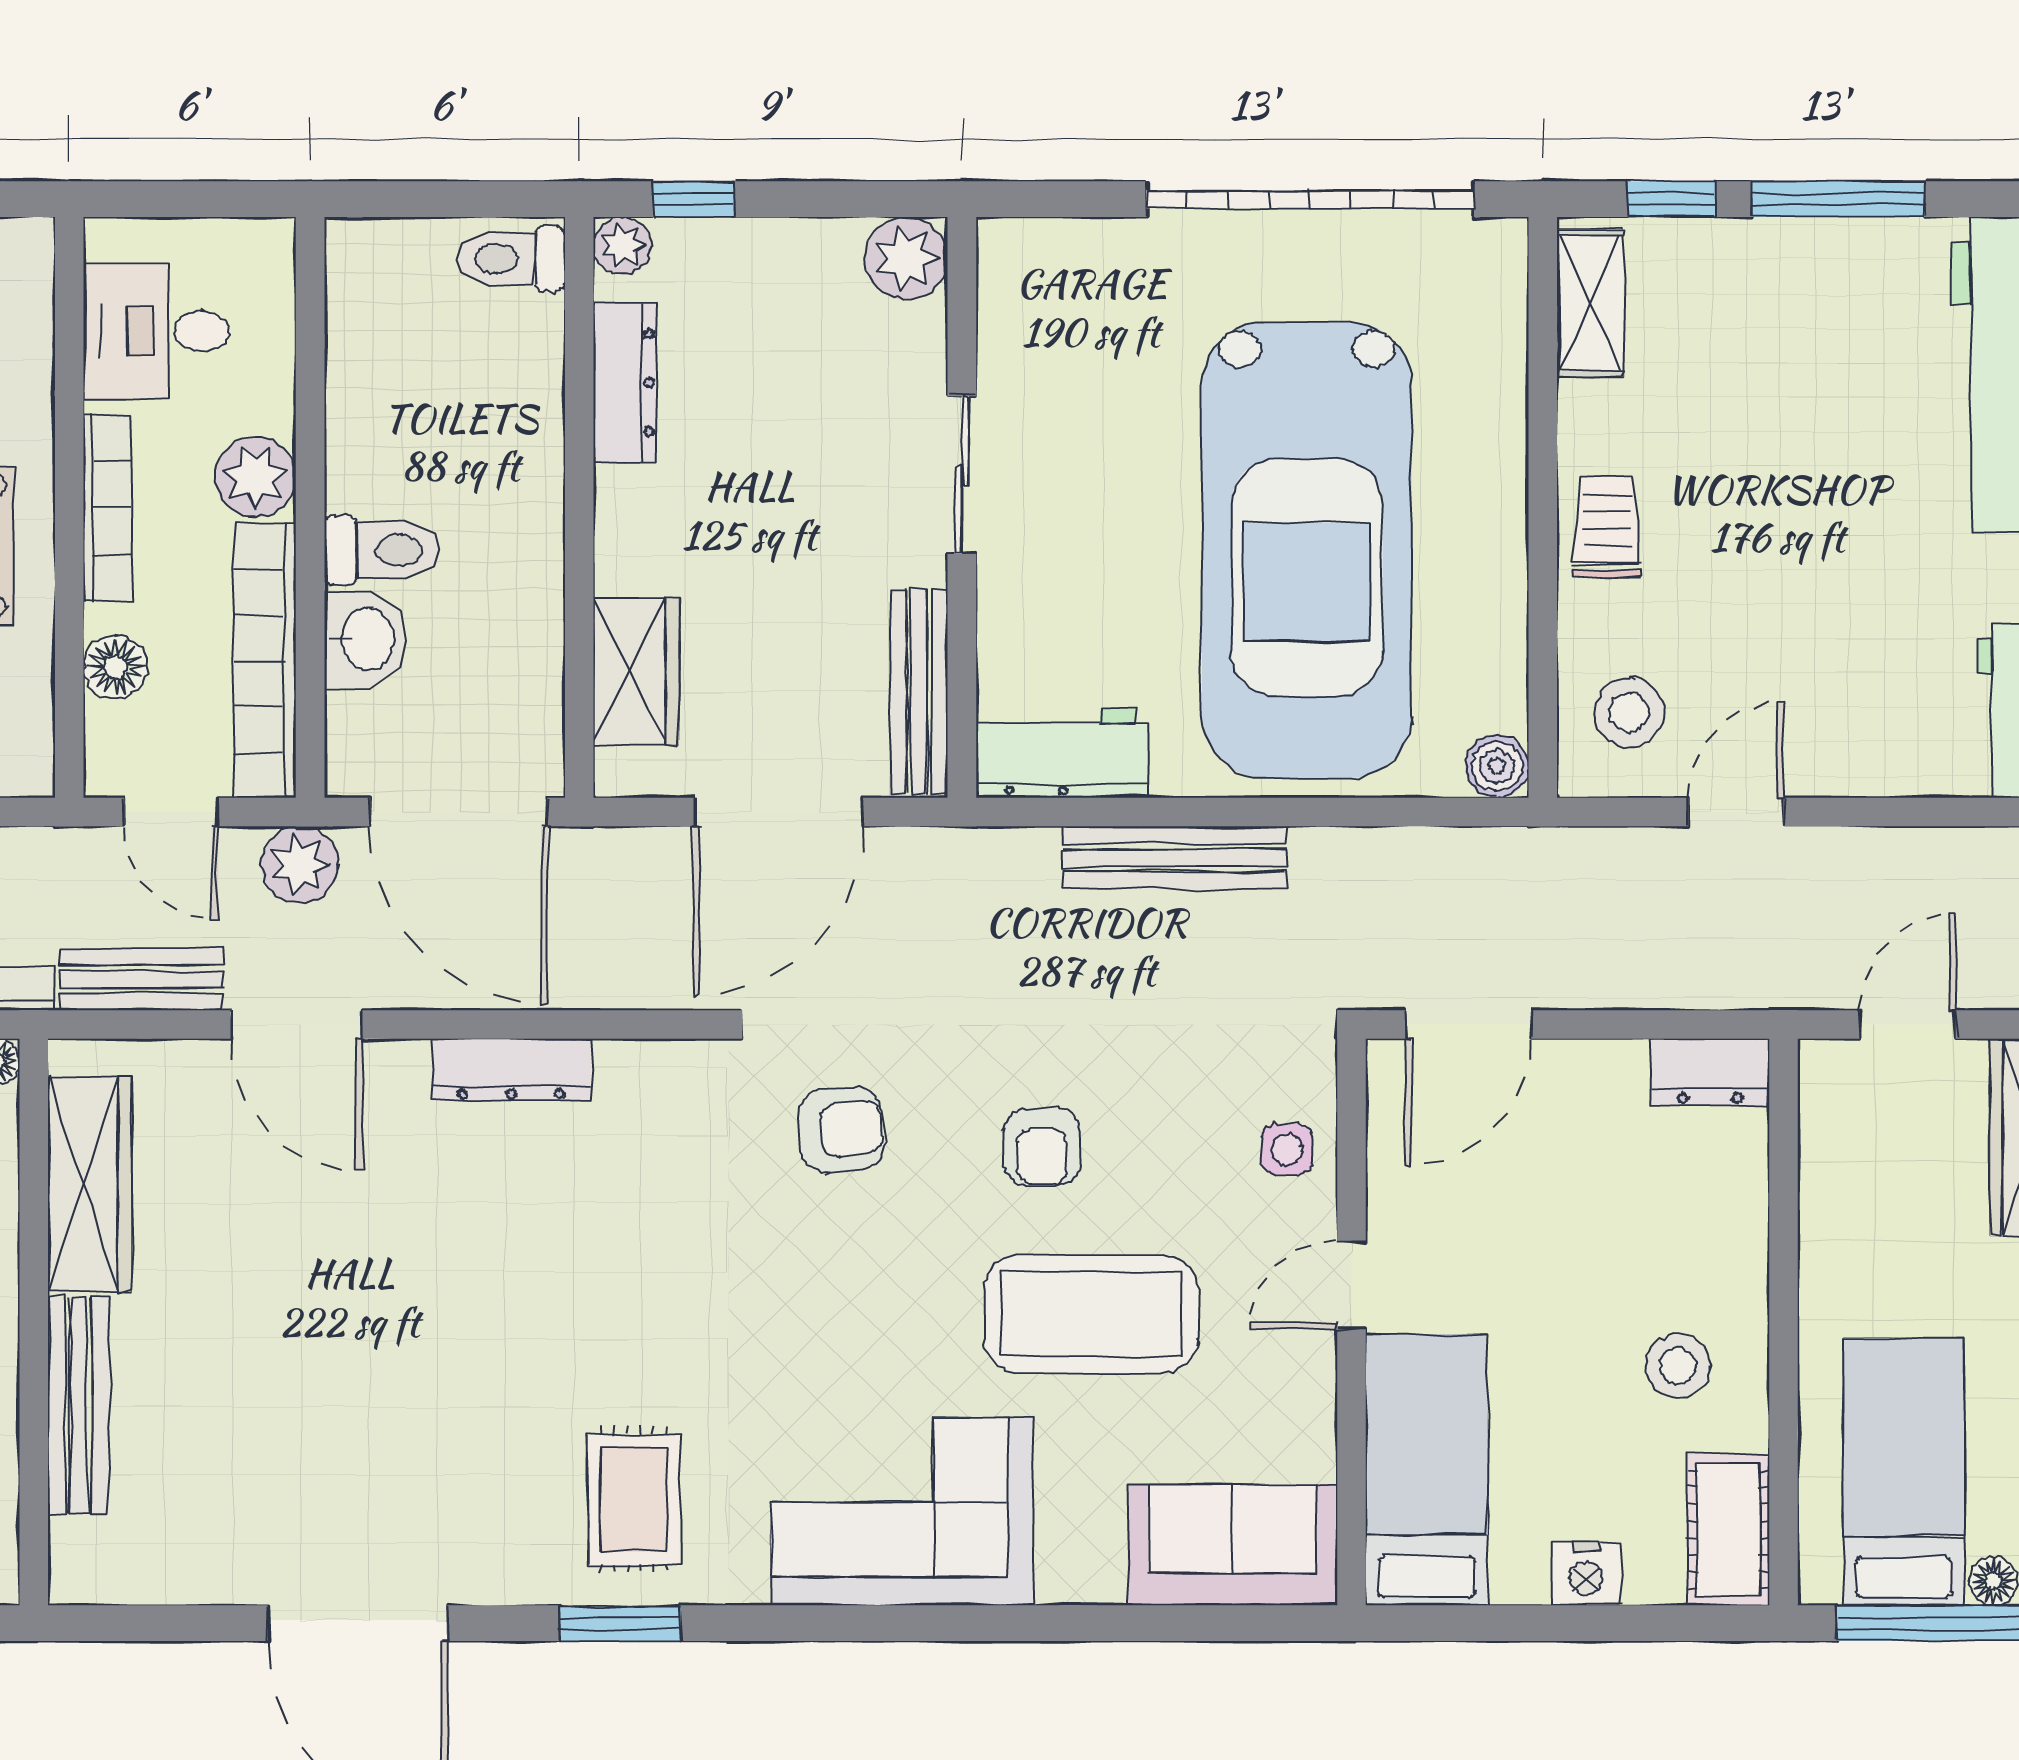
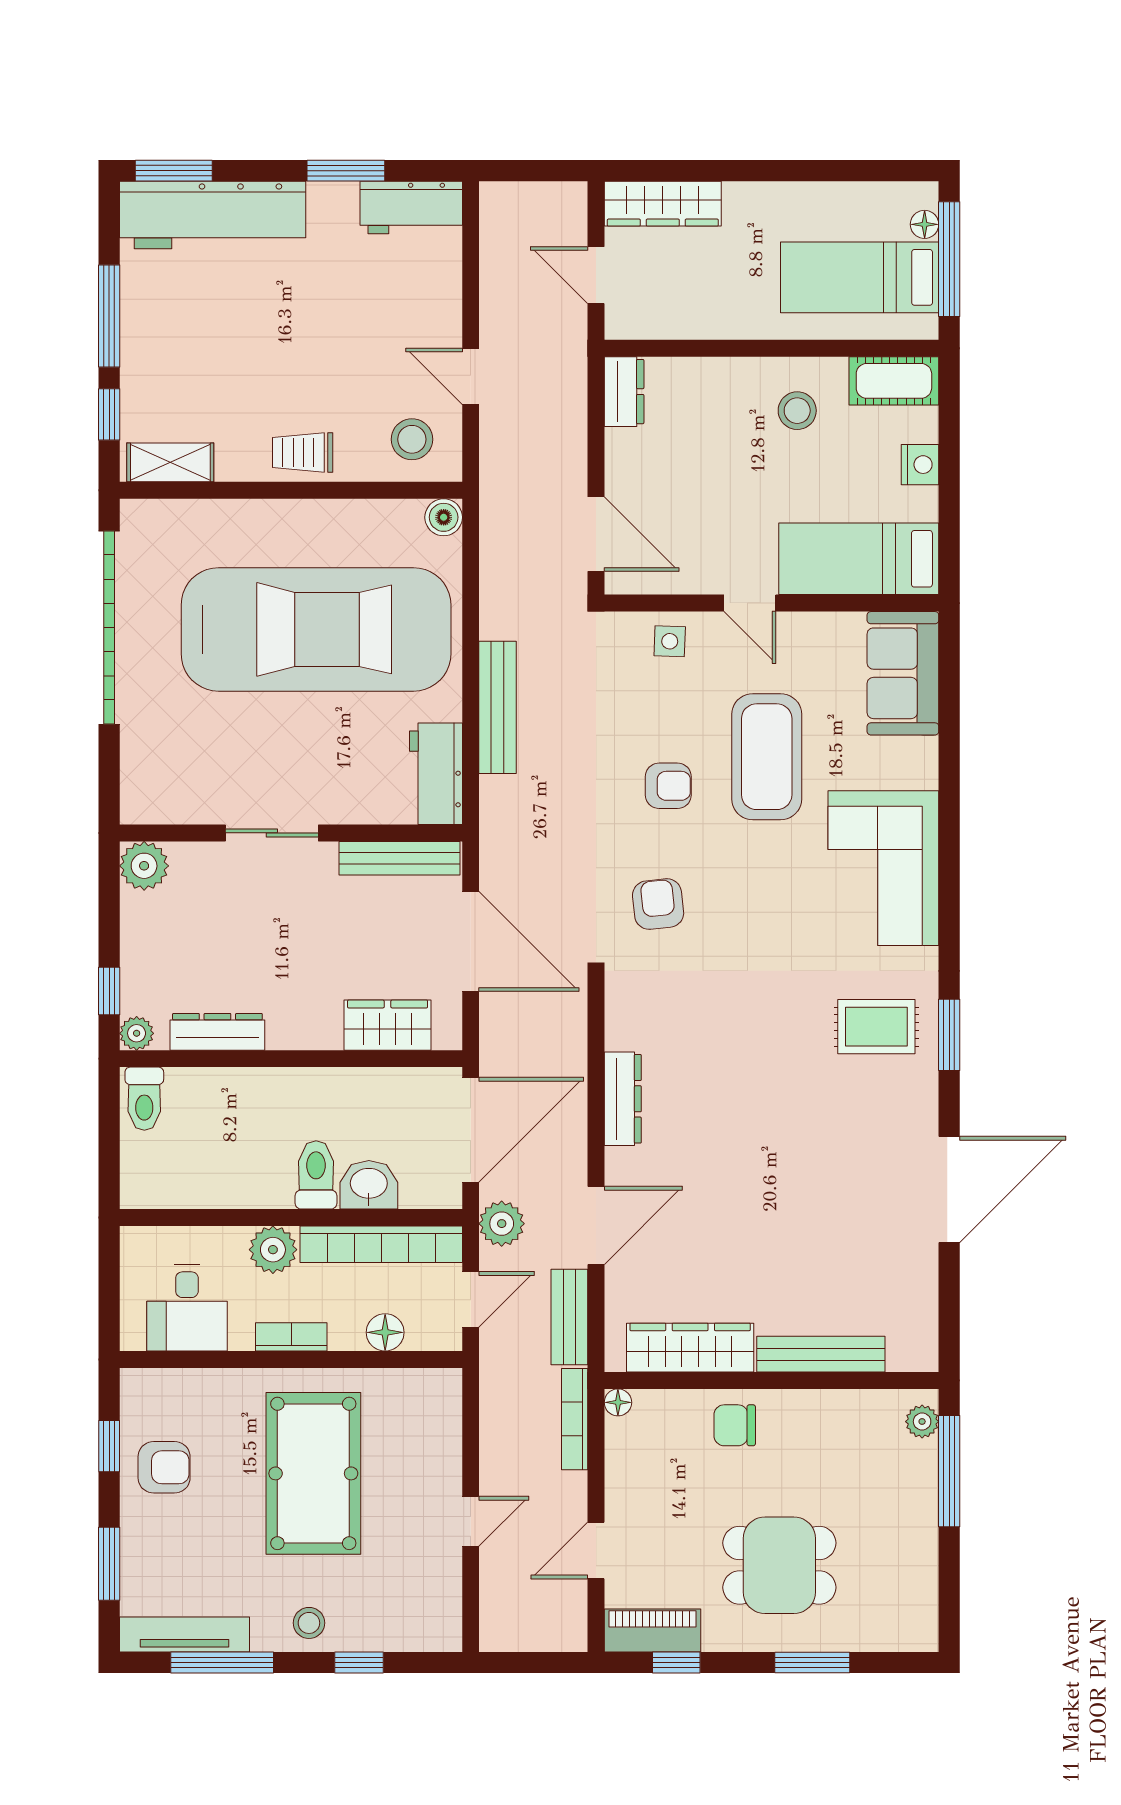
bookcase: (108, 508) -> (291, 1337), width x0.64

